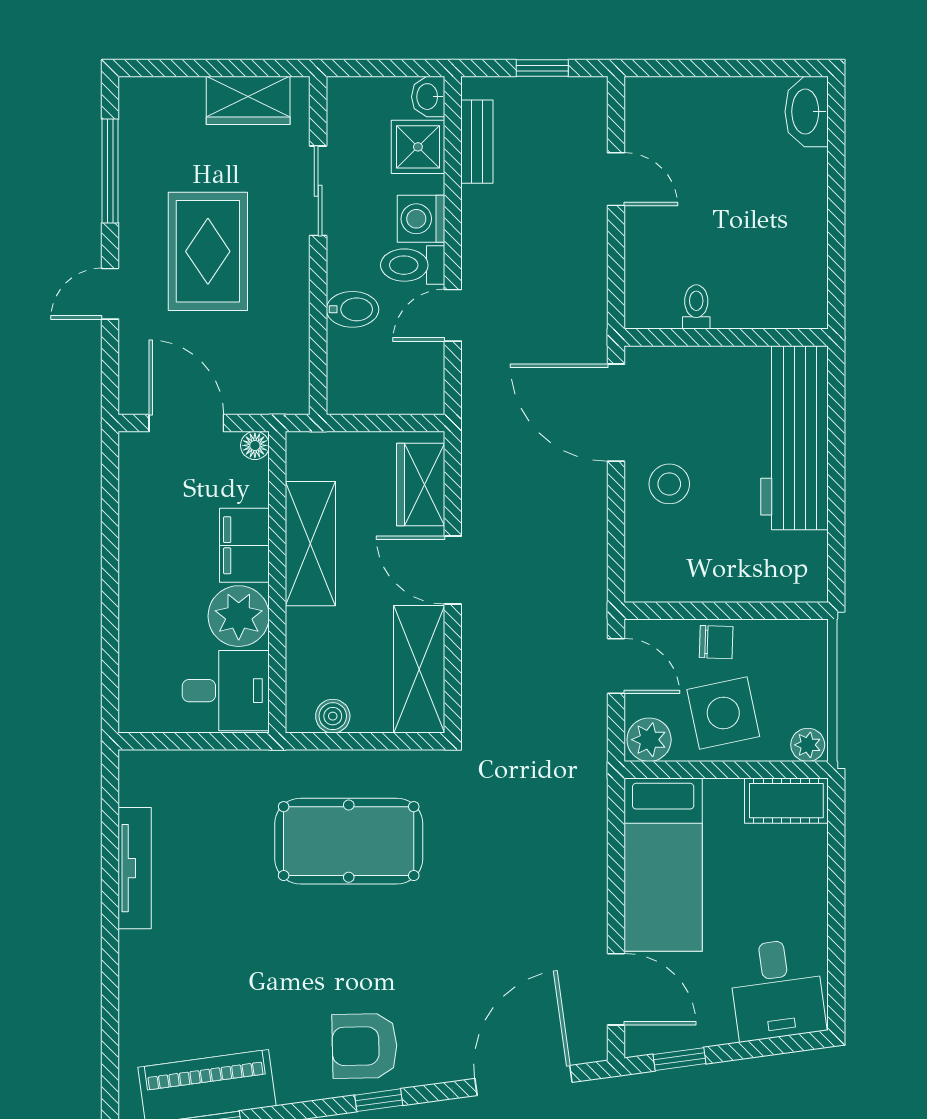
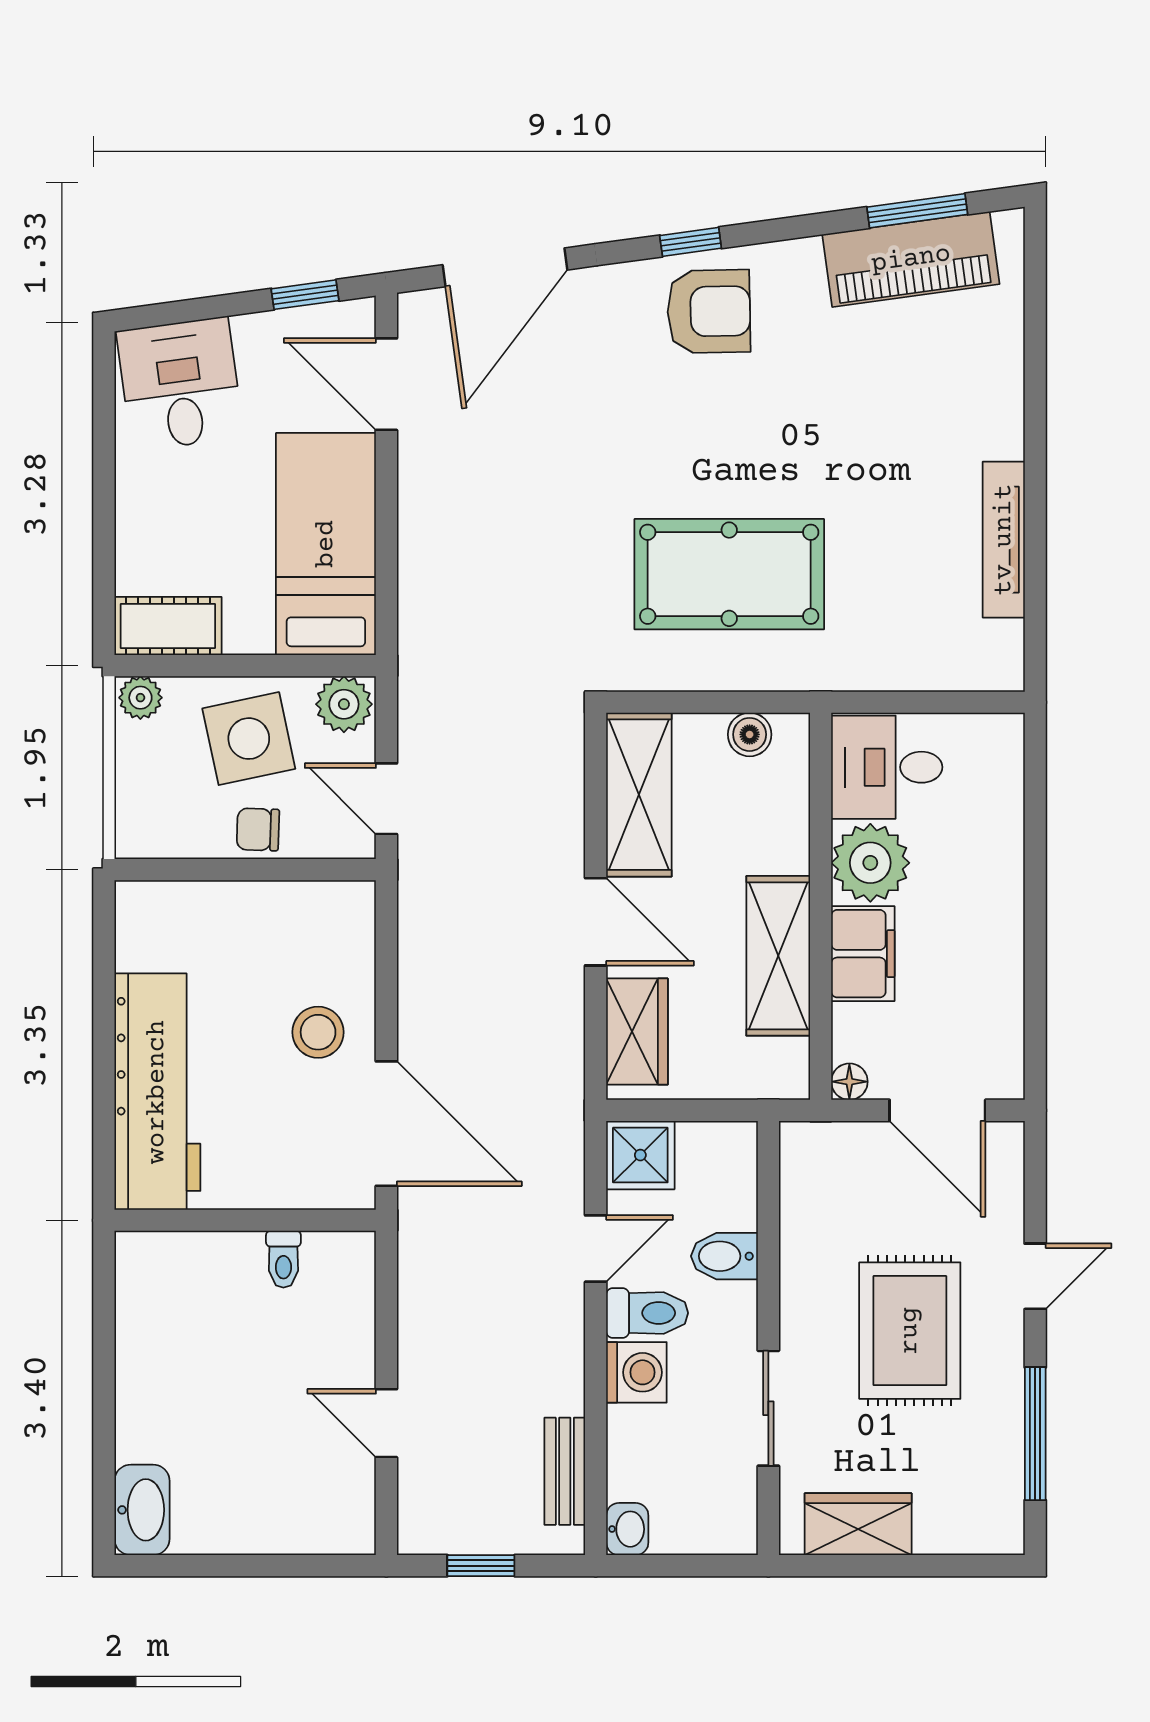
shower: (418, 147) -> (640, 1155), moved

